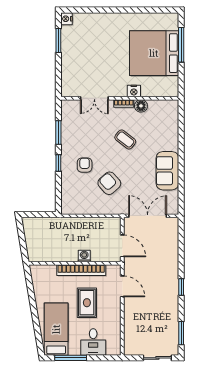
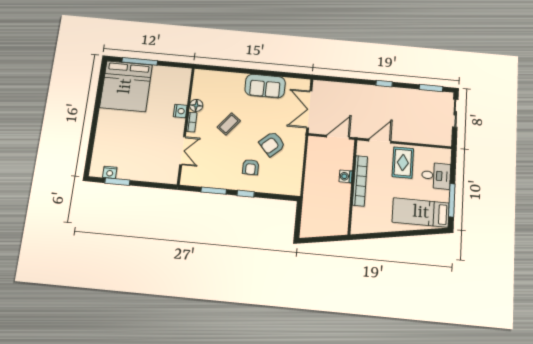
nightstand: (67, 19) -> (110, 172), moved
bed: (154, 53) -> (126, 86), moved
armchair: (85, 165) -> (251, 167), turned -90
rug: (87, 303) -> (403, 163), moved, turned 90

